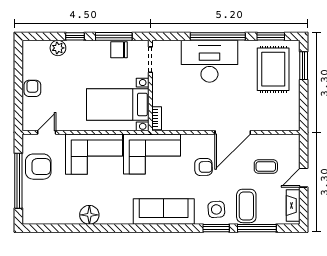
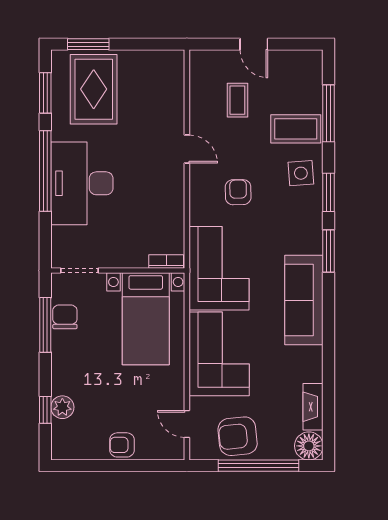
window: (75, 36) -> (45, 410), moved
chair: (119, 50) -> (65, 317), turned 180
rug: (273, 69) -> (94, 89), turned 90
door: (233, 132) -> (187, 149), width x0.53
armchair: (38, 167) -> (238, 436), turned -96
fireplace: (293, 206) -> (313, 407), moved, turned 90
sofa: (164, 212) -> (304, 300), moved
floor lamp: (89, 215) -> (309, 446), moved
window: (164, 228) -> (329, 251), added
window: (216, 228) -> (329, 192), moved

